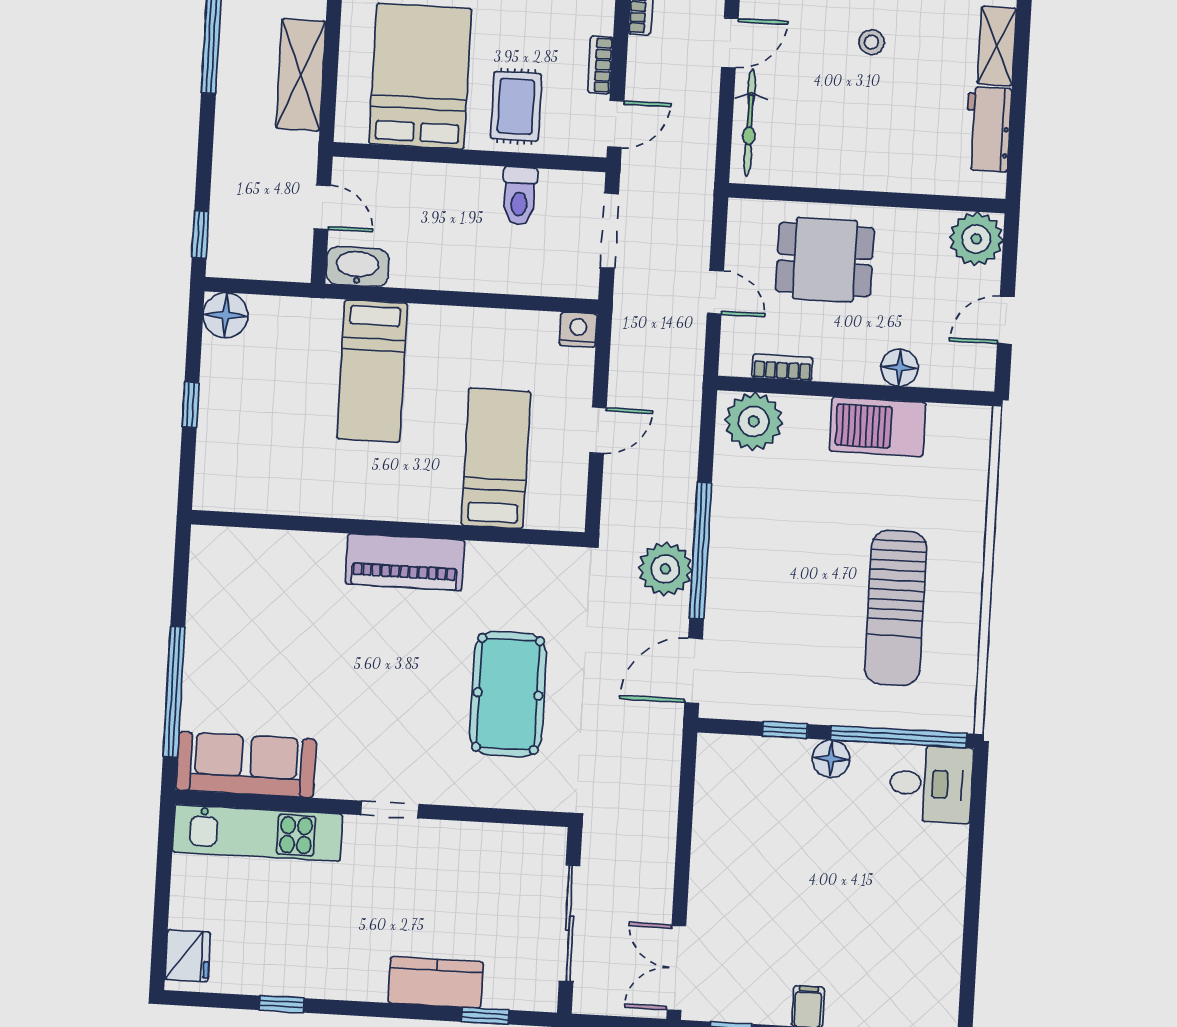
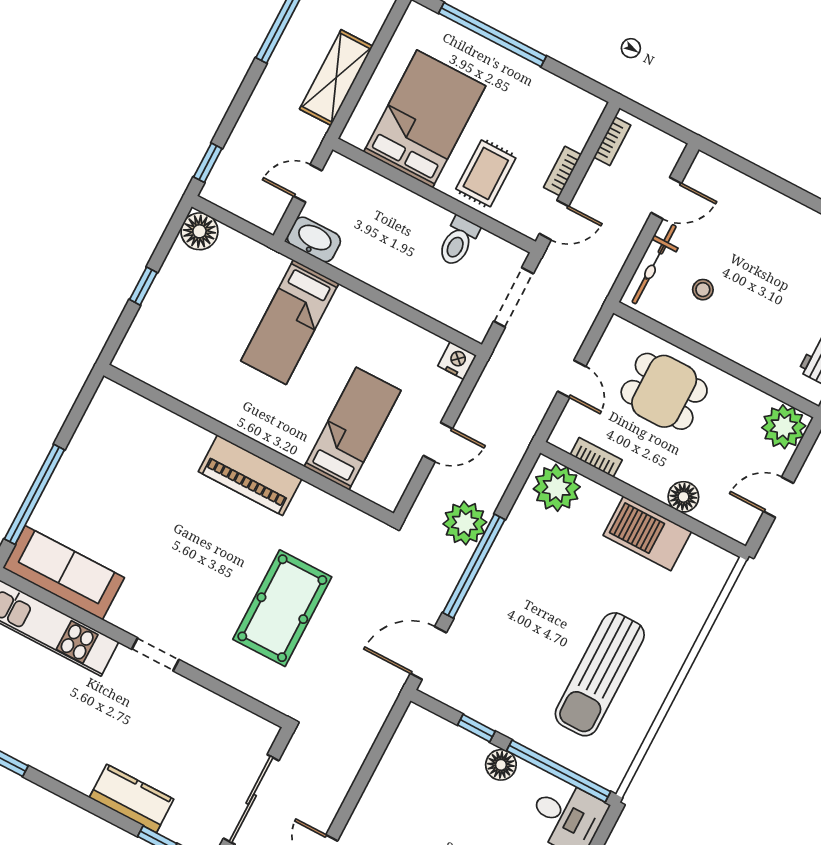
stool: (871, 42) -> (703, 290), moved
door: (322, 207) -> (308, 183), swing flipped
plant: (665, 569) -> (465, 523), moved

